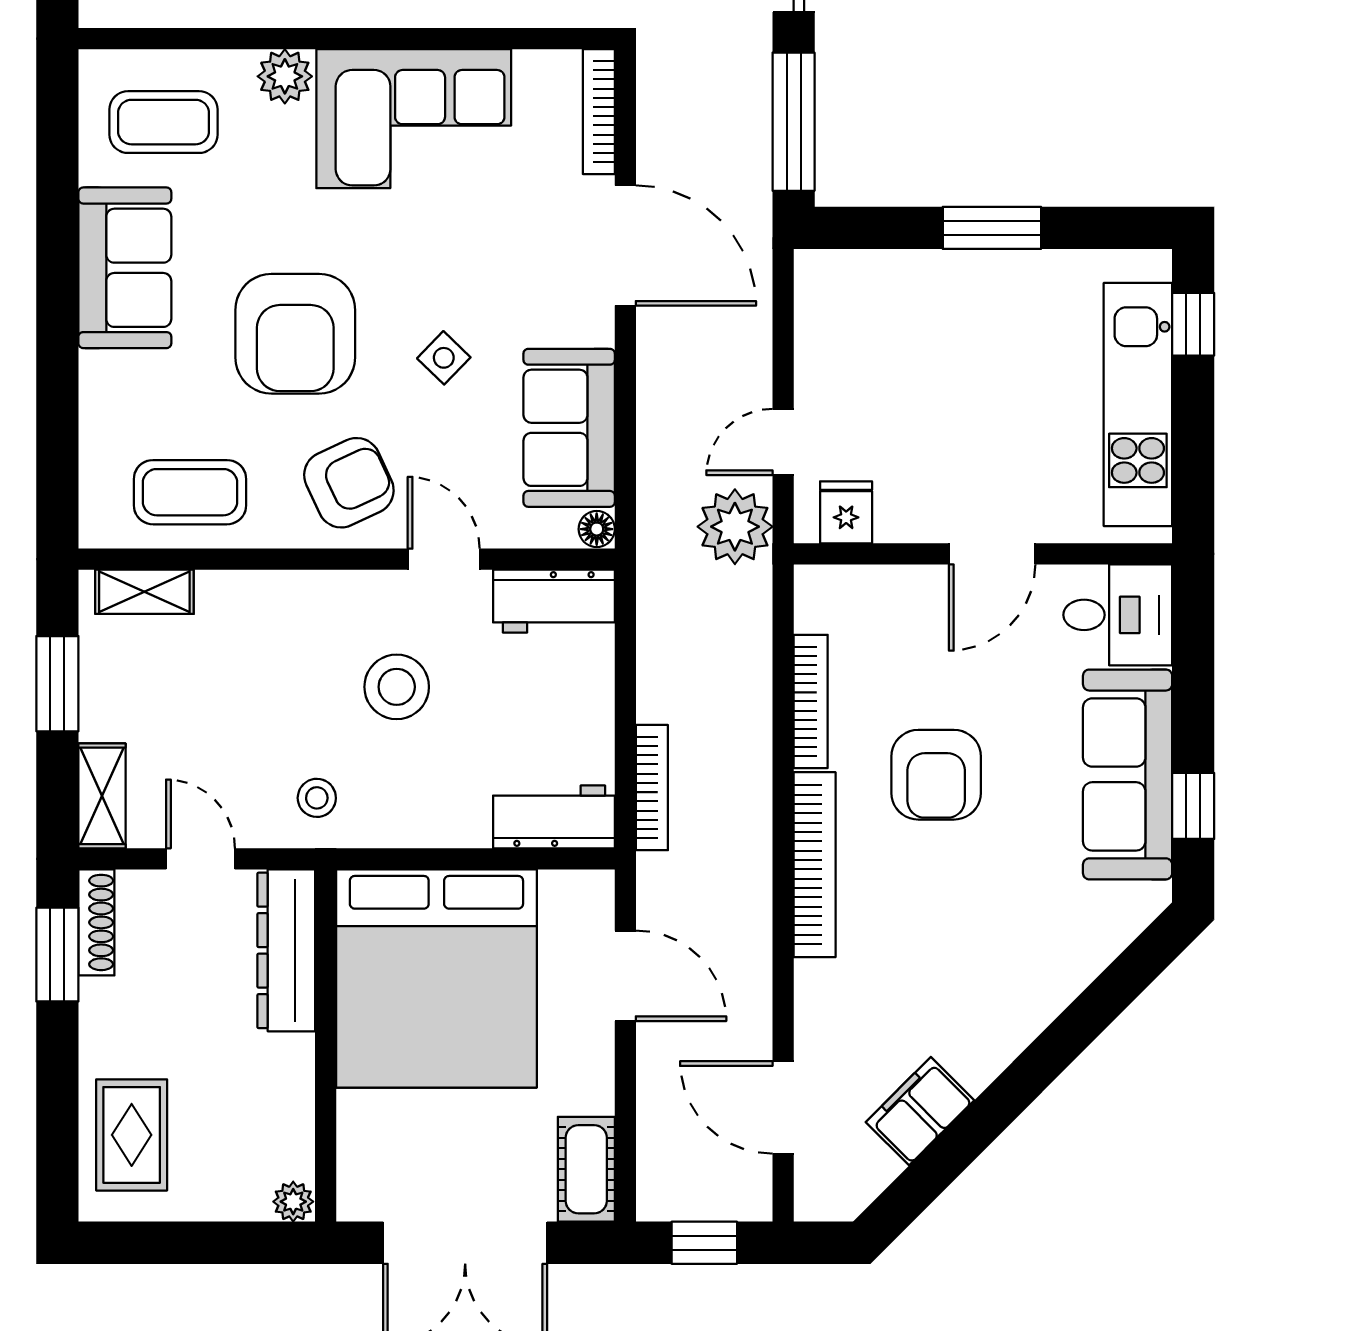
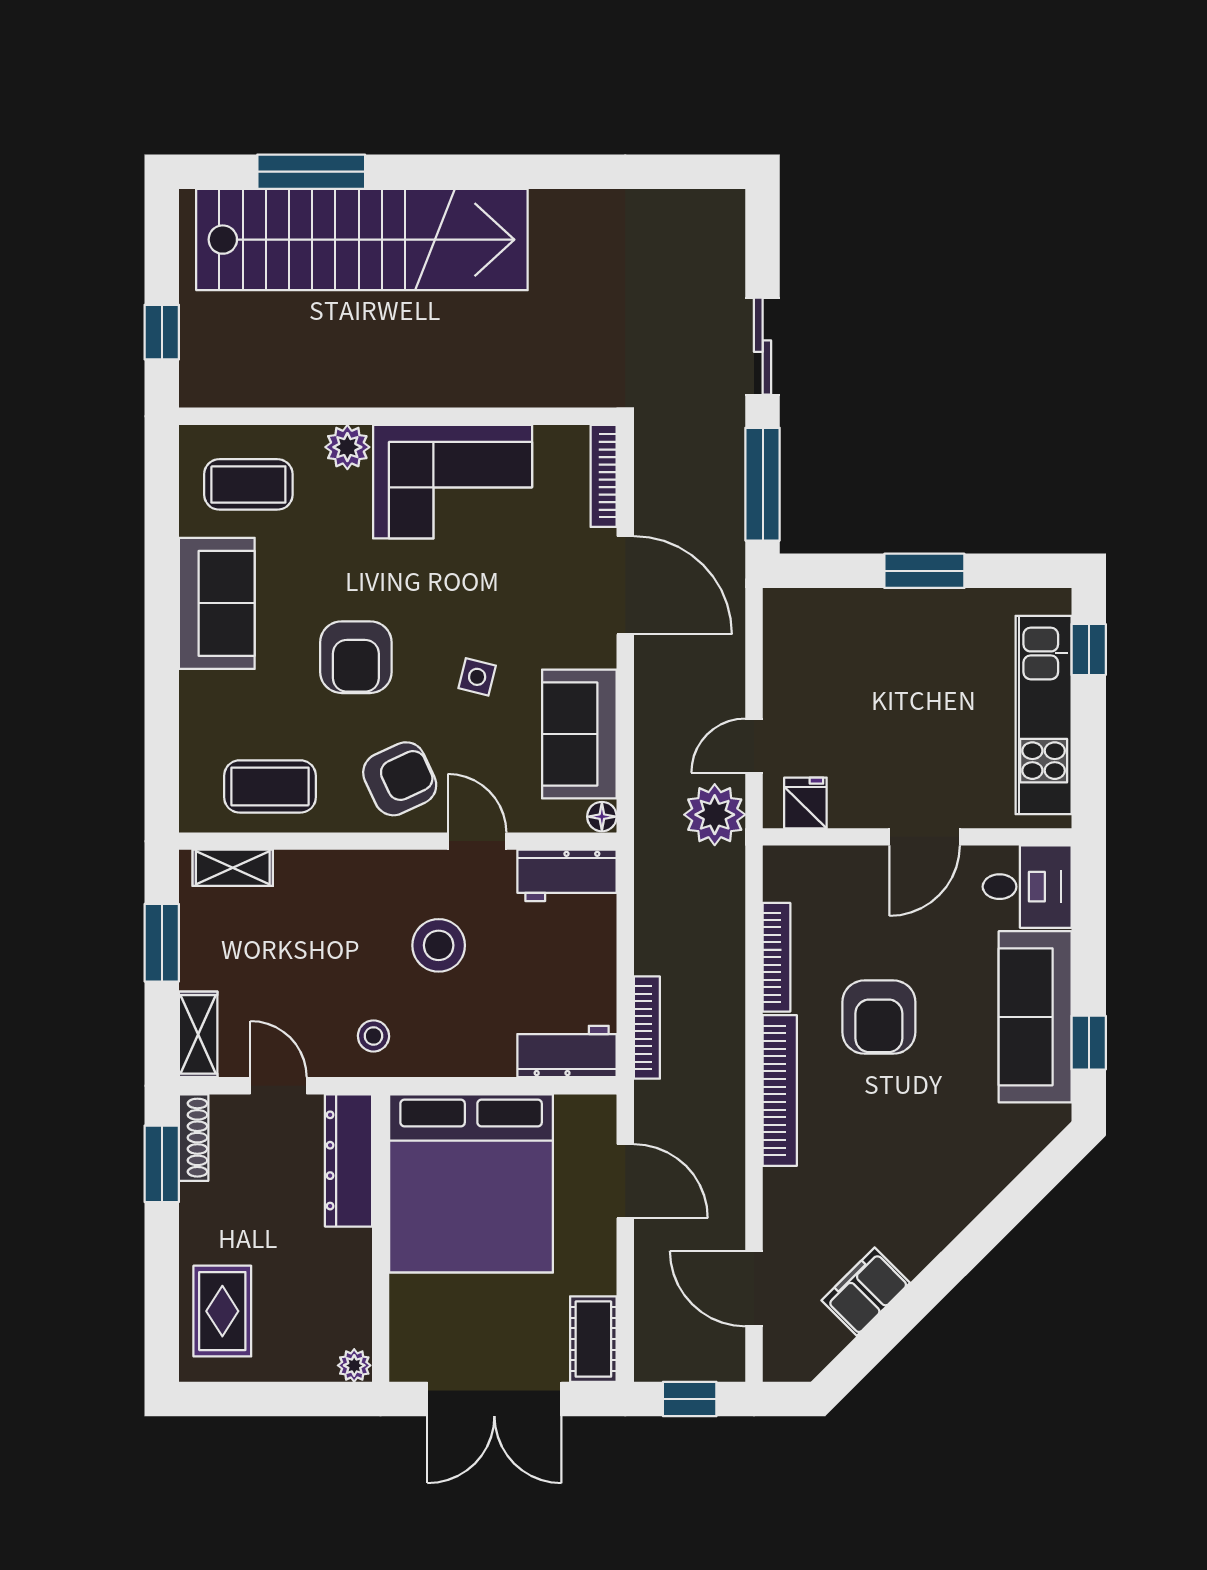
armchair: (295, 334) -> (356, 657), width x0.73, depth x0.73
side table: (444, 358) -> (477, 677), turned -30

